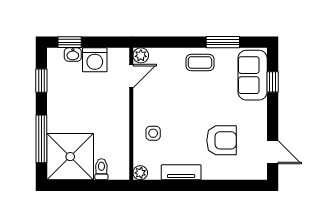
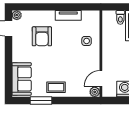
window: (273, 82) -> (8, 75), removed
armchair: (222, 140) -> (42, 36), turned -90
plant: (140, 173) -> (17, 15), moved

